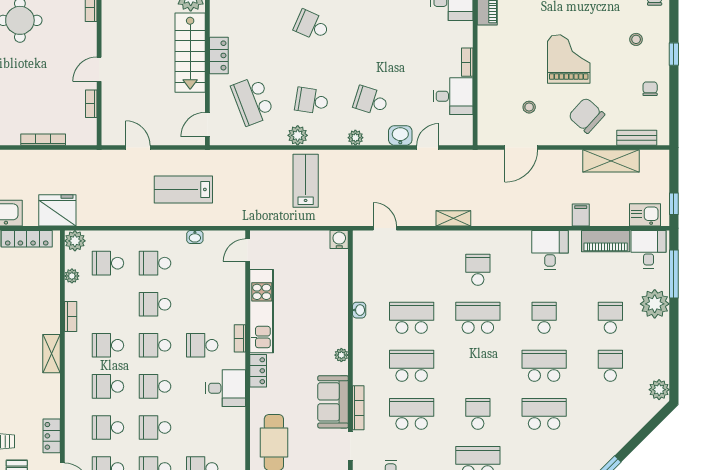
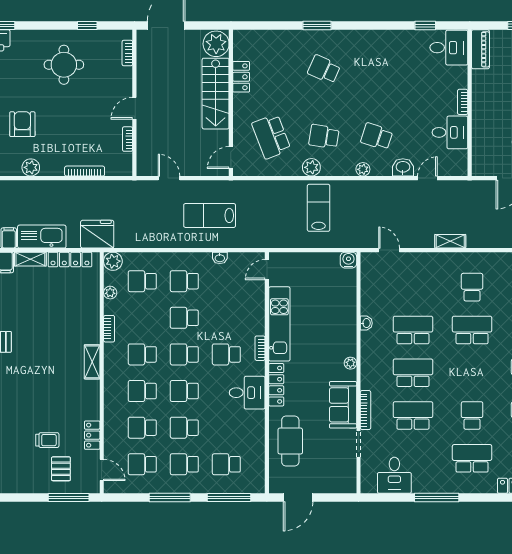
locker: (219, 55) -> (241, 77), moved
locker: (258, 371) -> (276, 385), width x1.53

